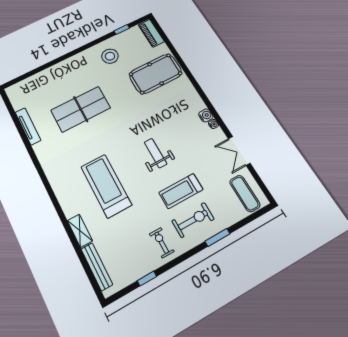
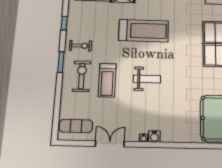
treadmill: (181, 191) -> (107, 80), turned 180
exercise bike: (193, 220) -> (82, 76), turned 180
window: (217, 237) -> (61, 62), moved

